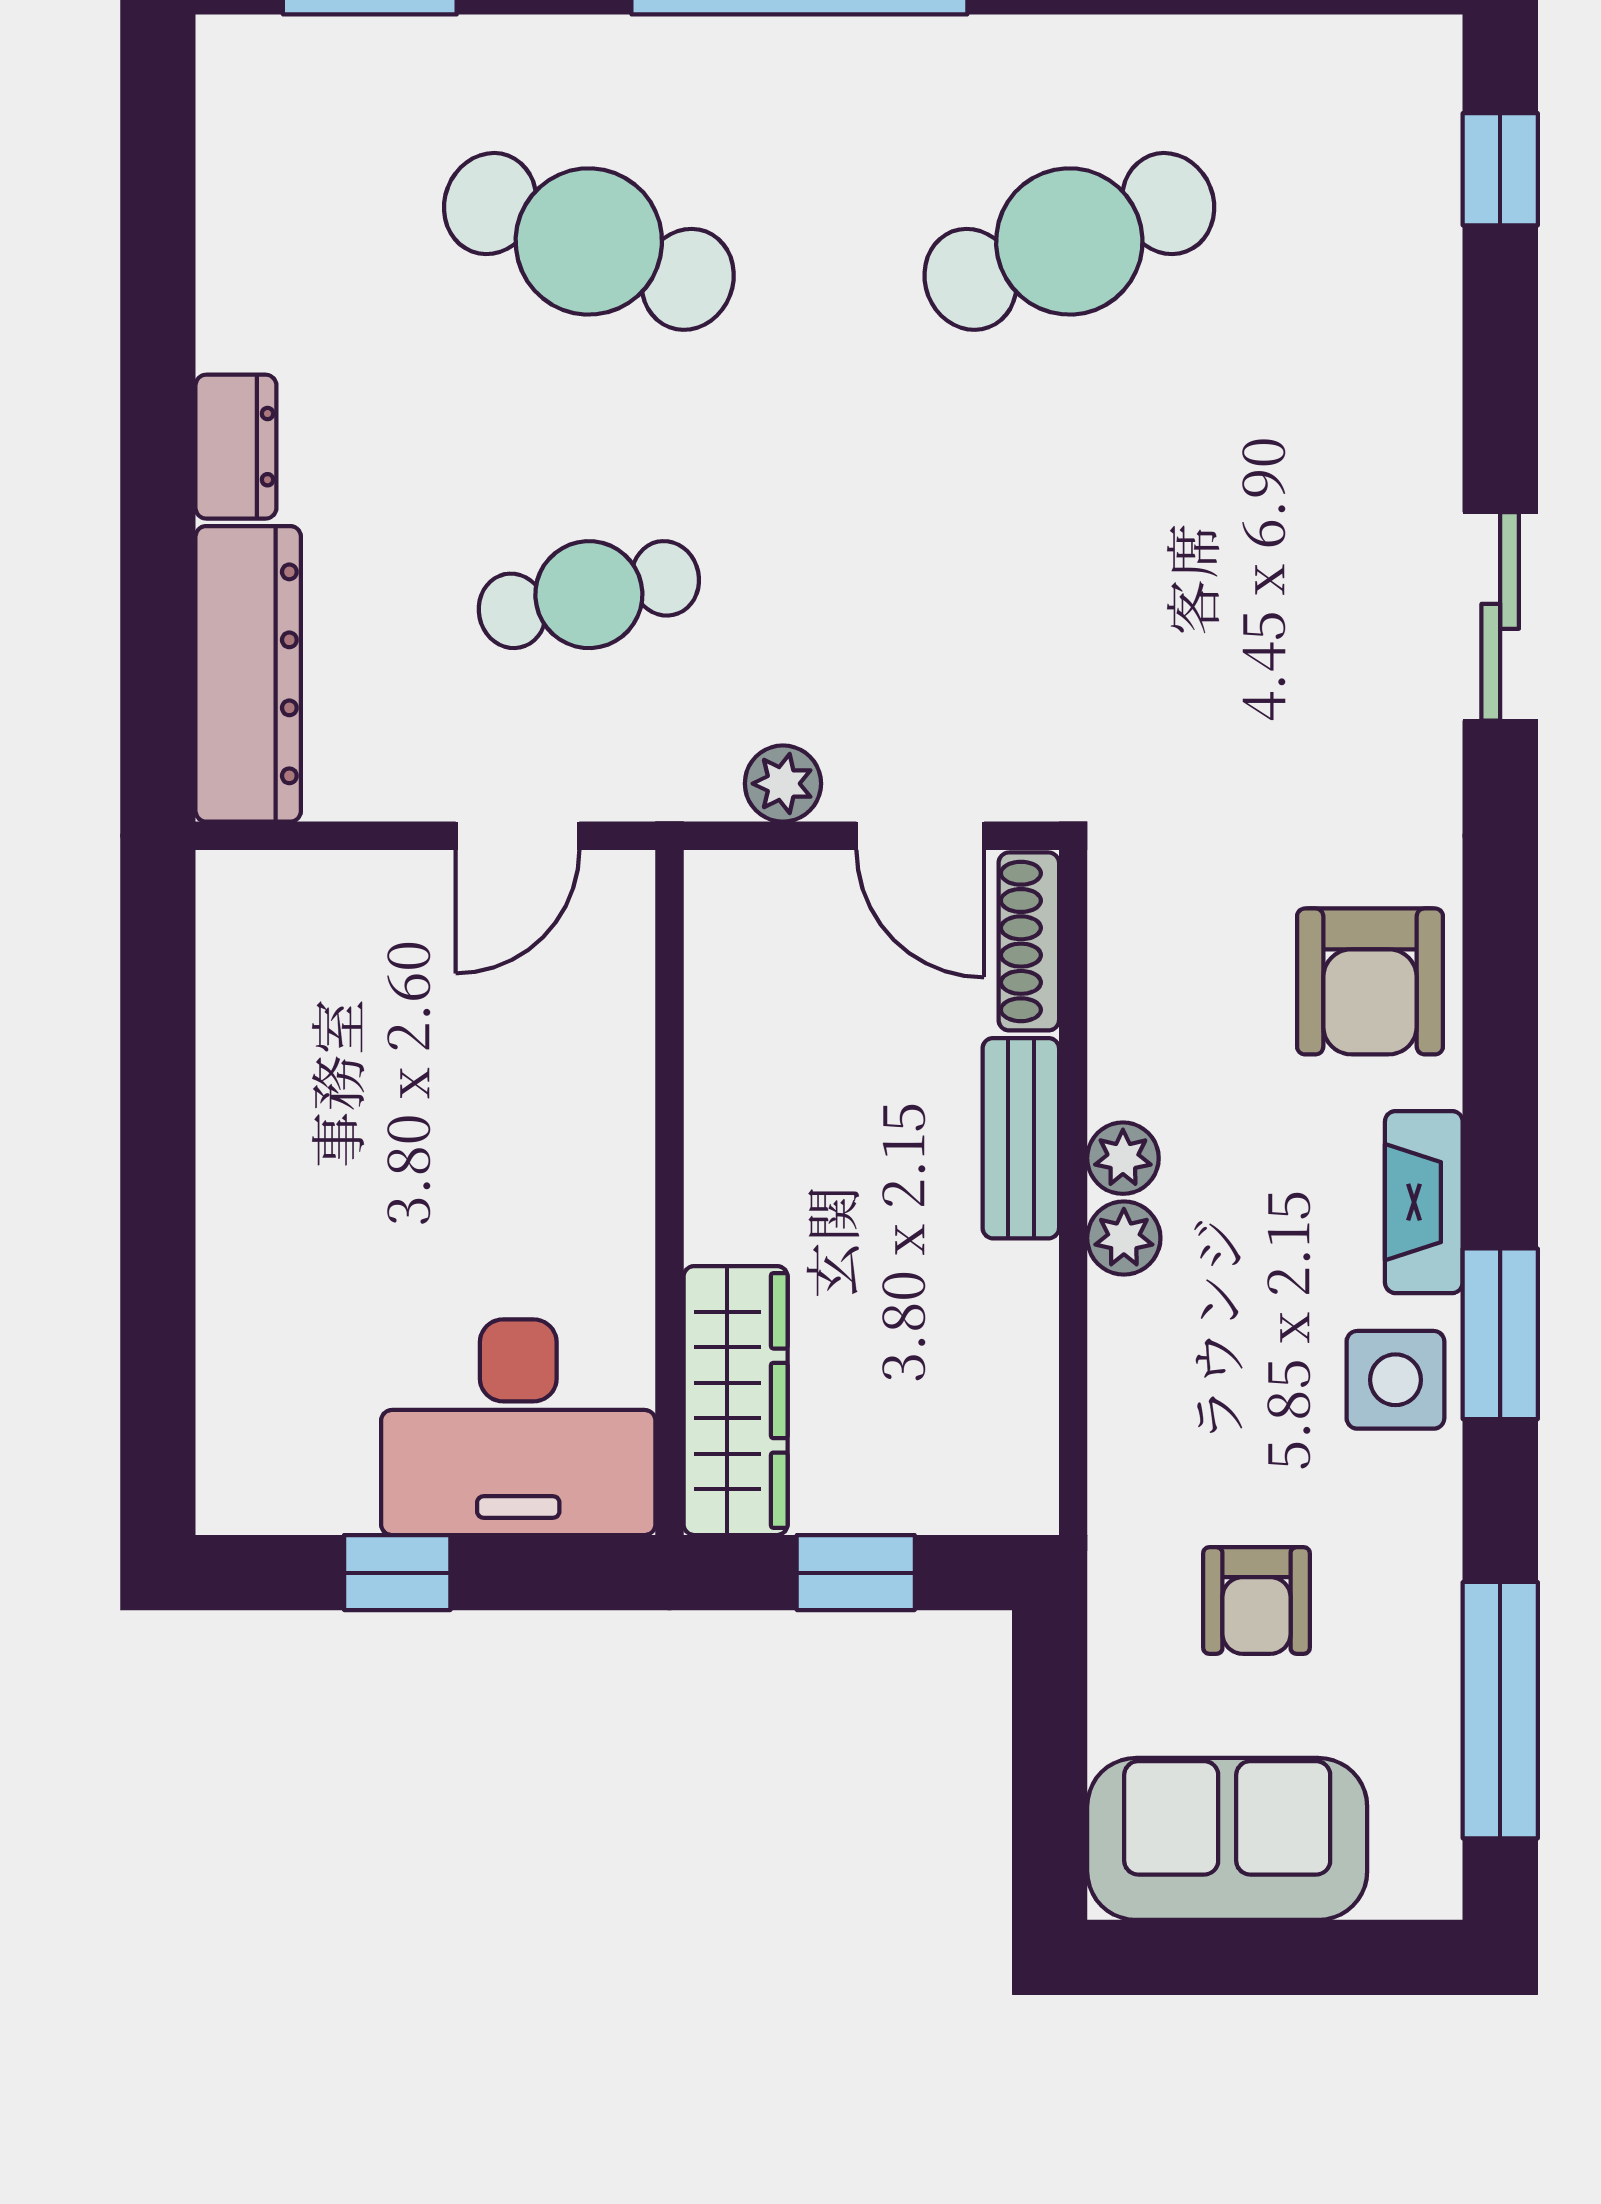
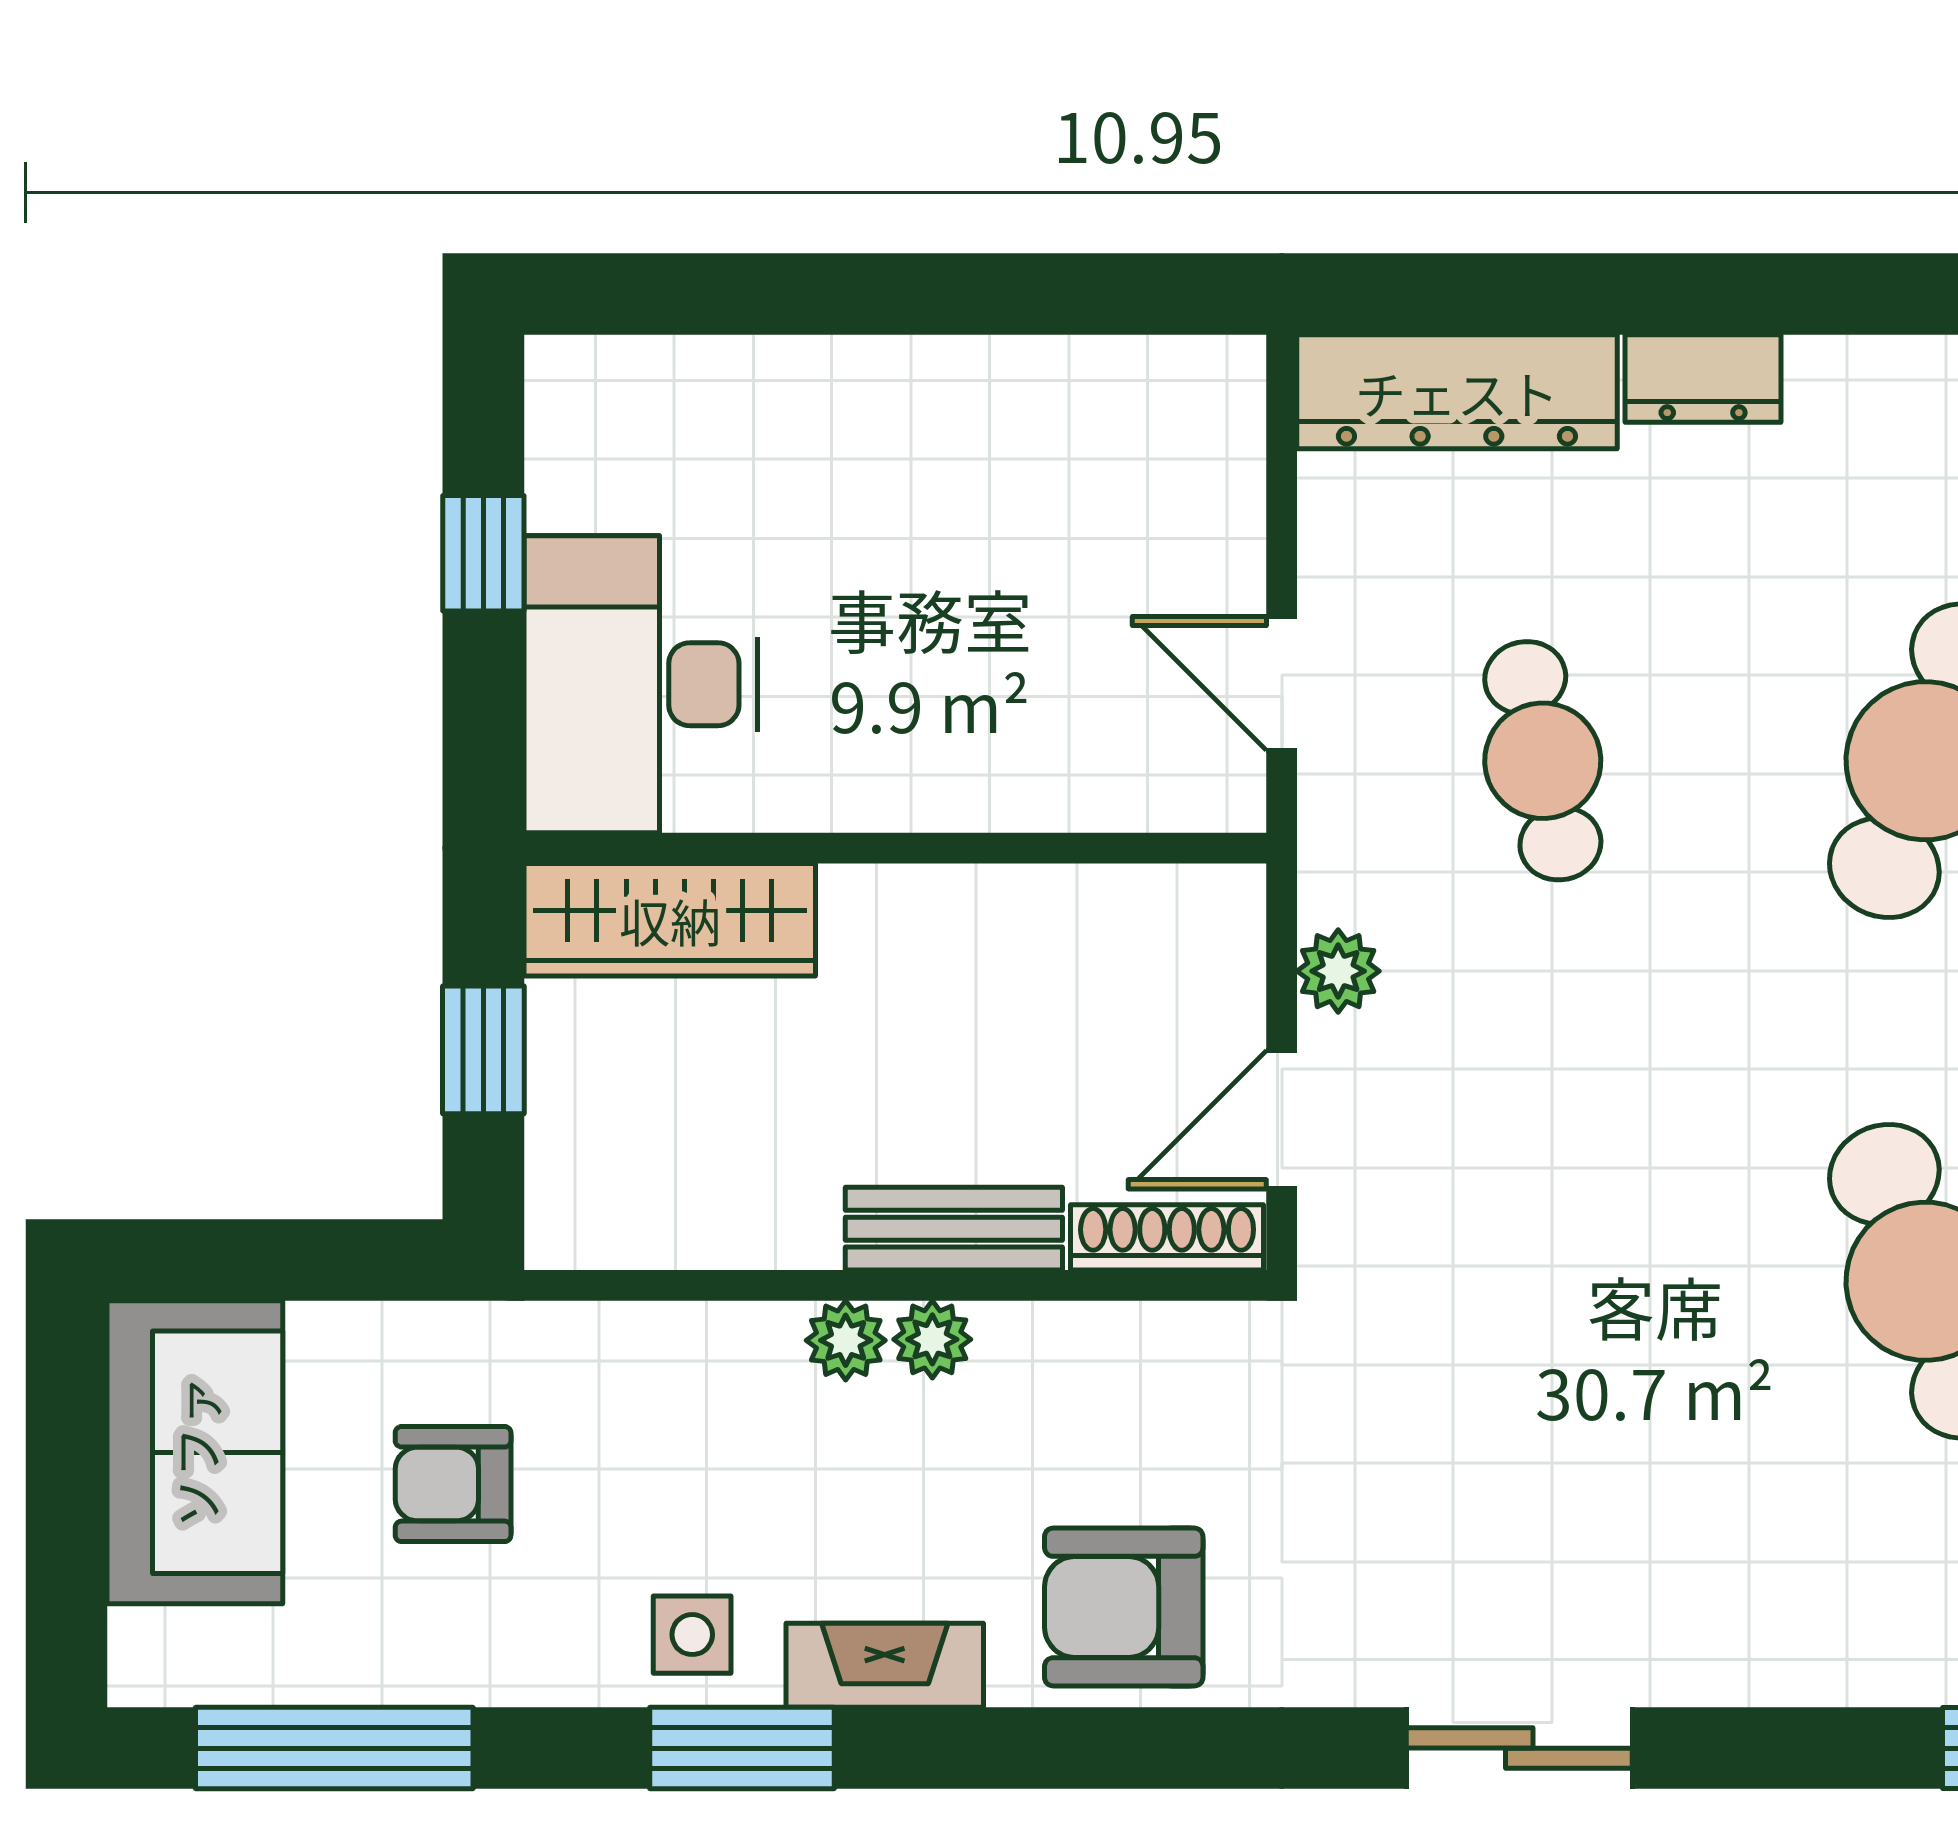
side table: (1395, 1380) -> (692, 1635), width x0.73, depth x0.73

